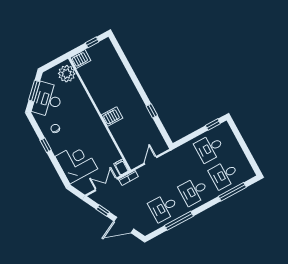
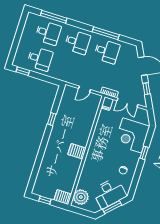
server rack: (112, 117) -> (77, 151), moved
window: (46, 145) -> (144, 153), moved

